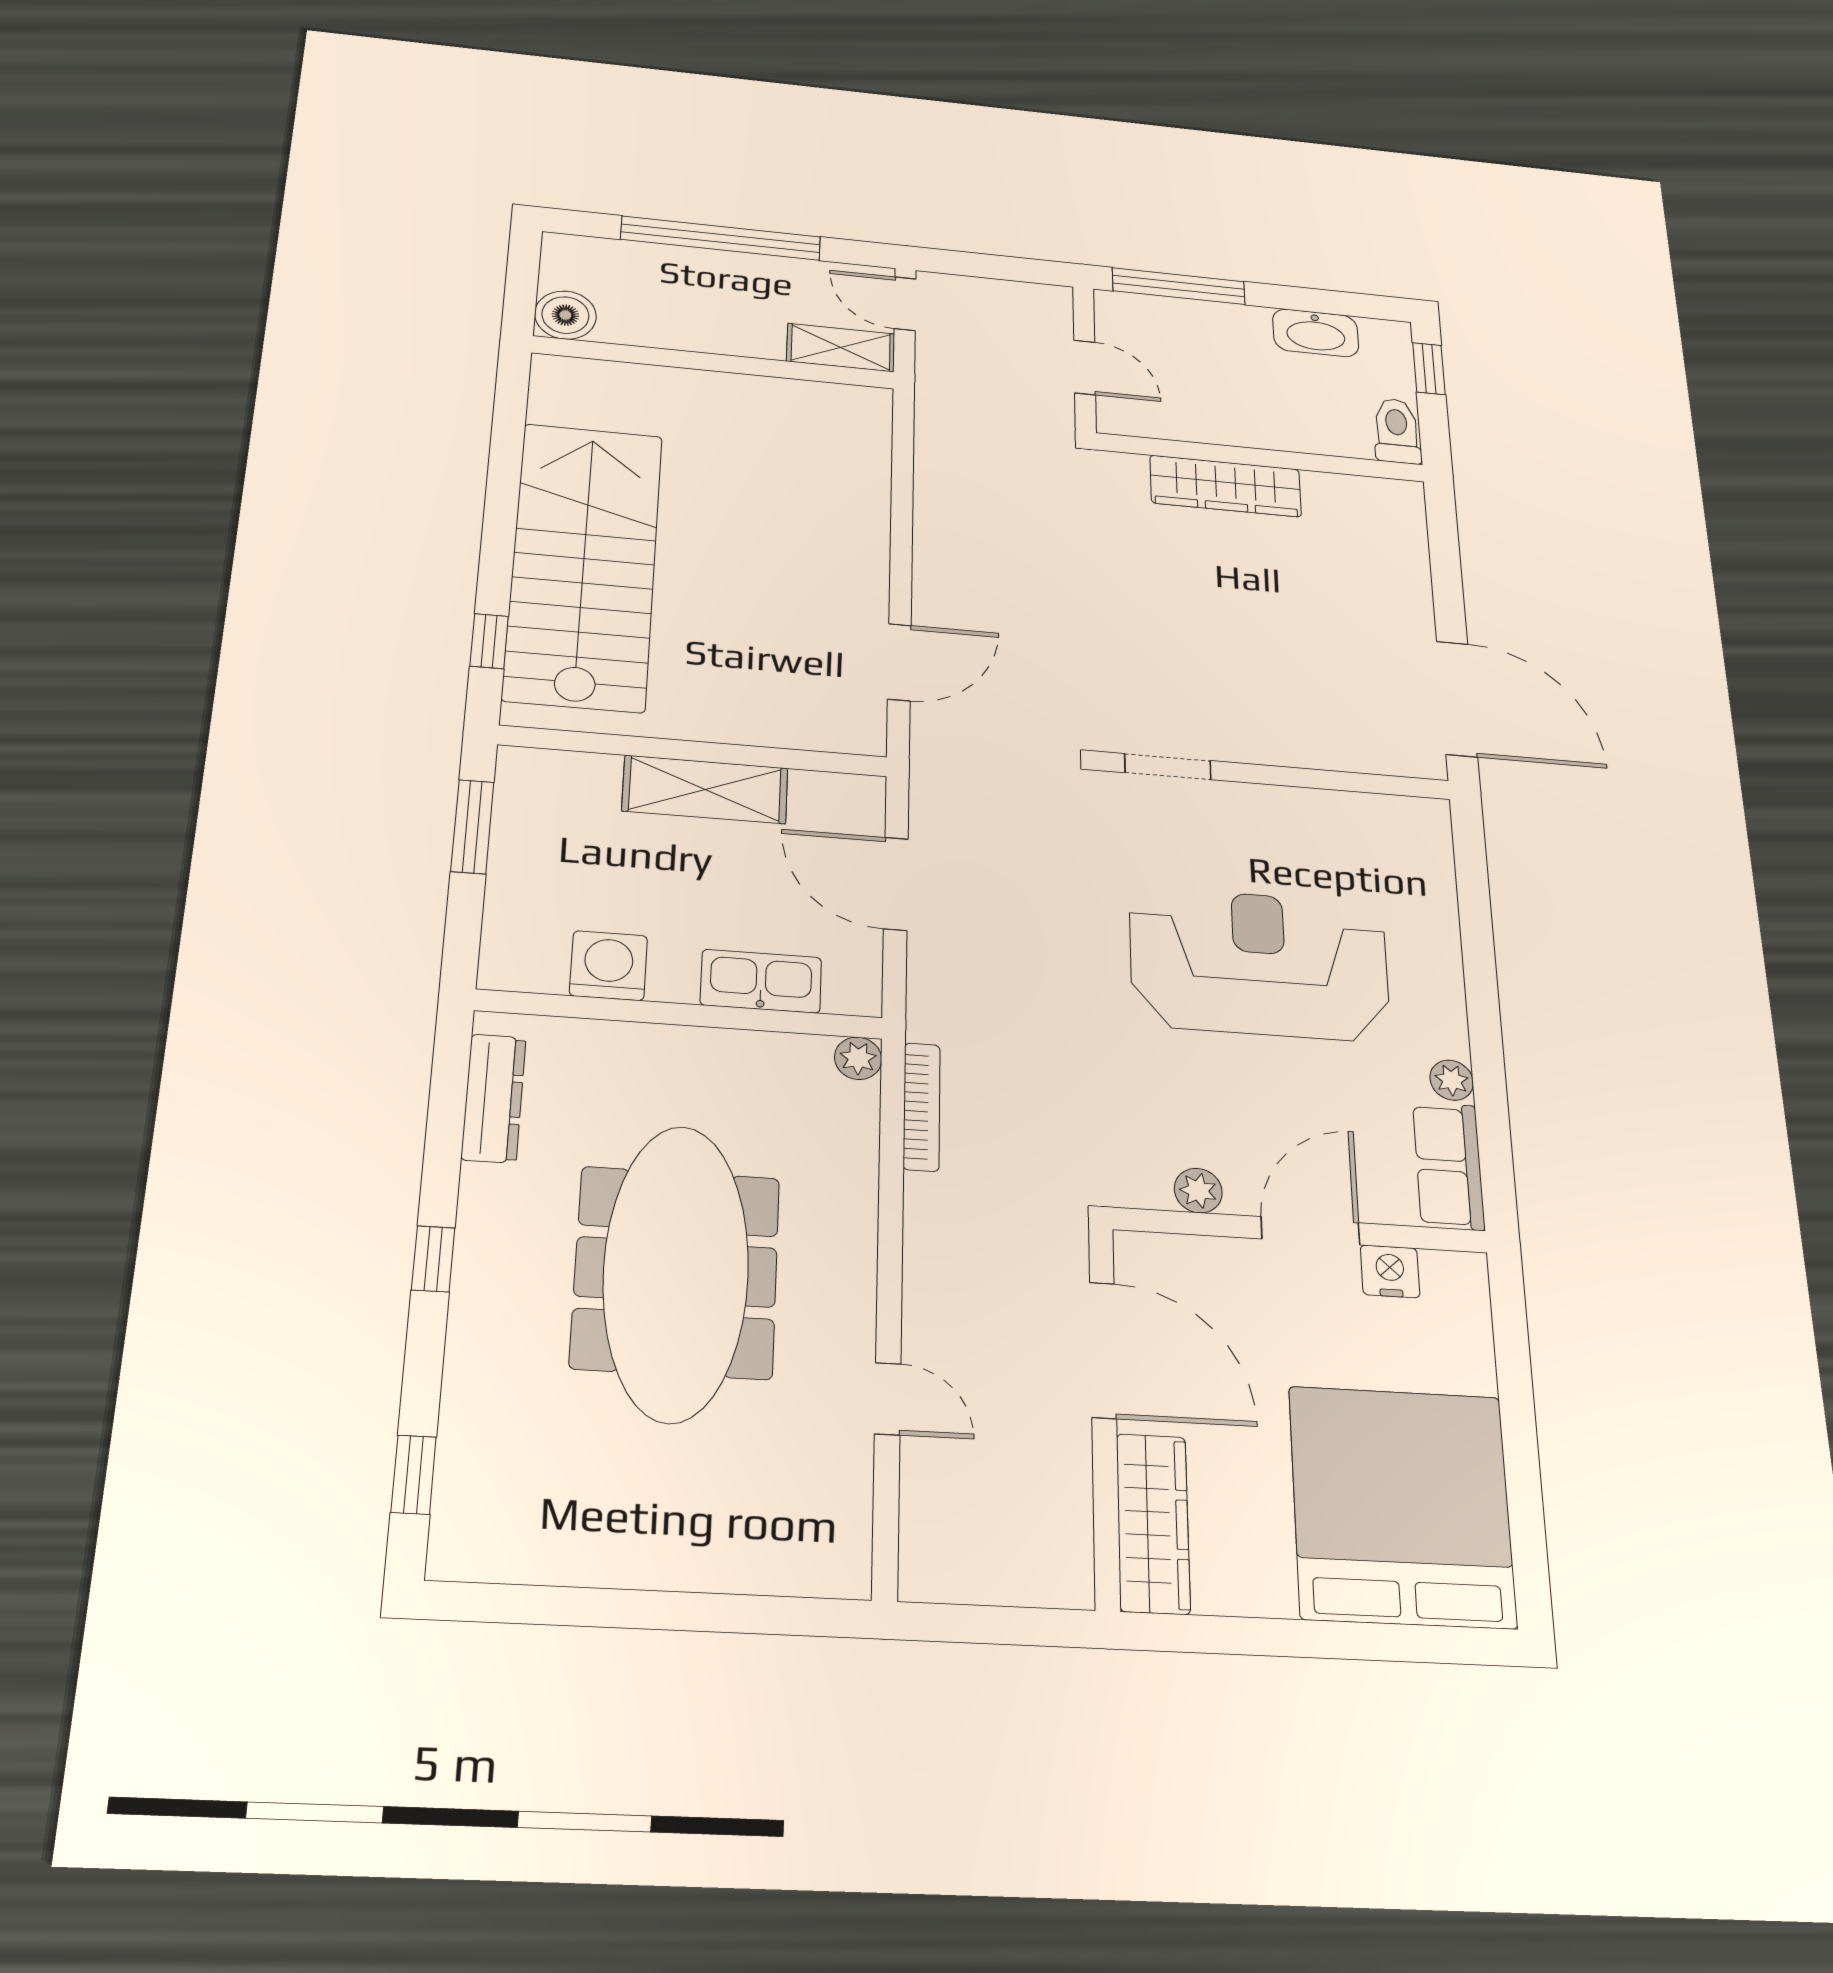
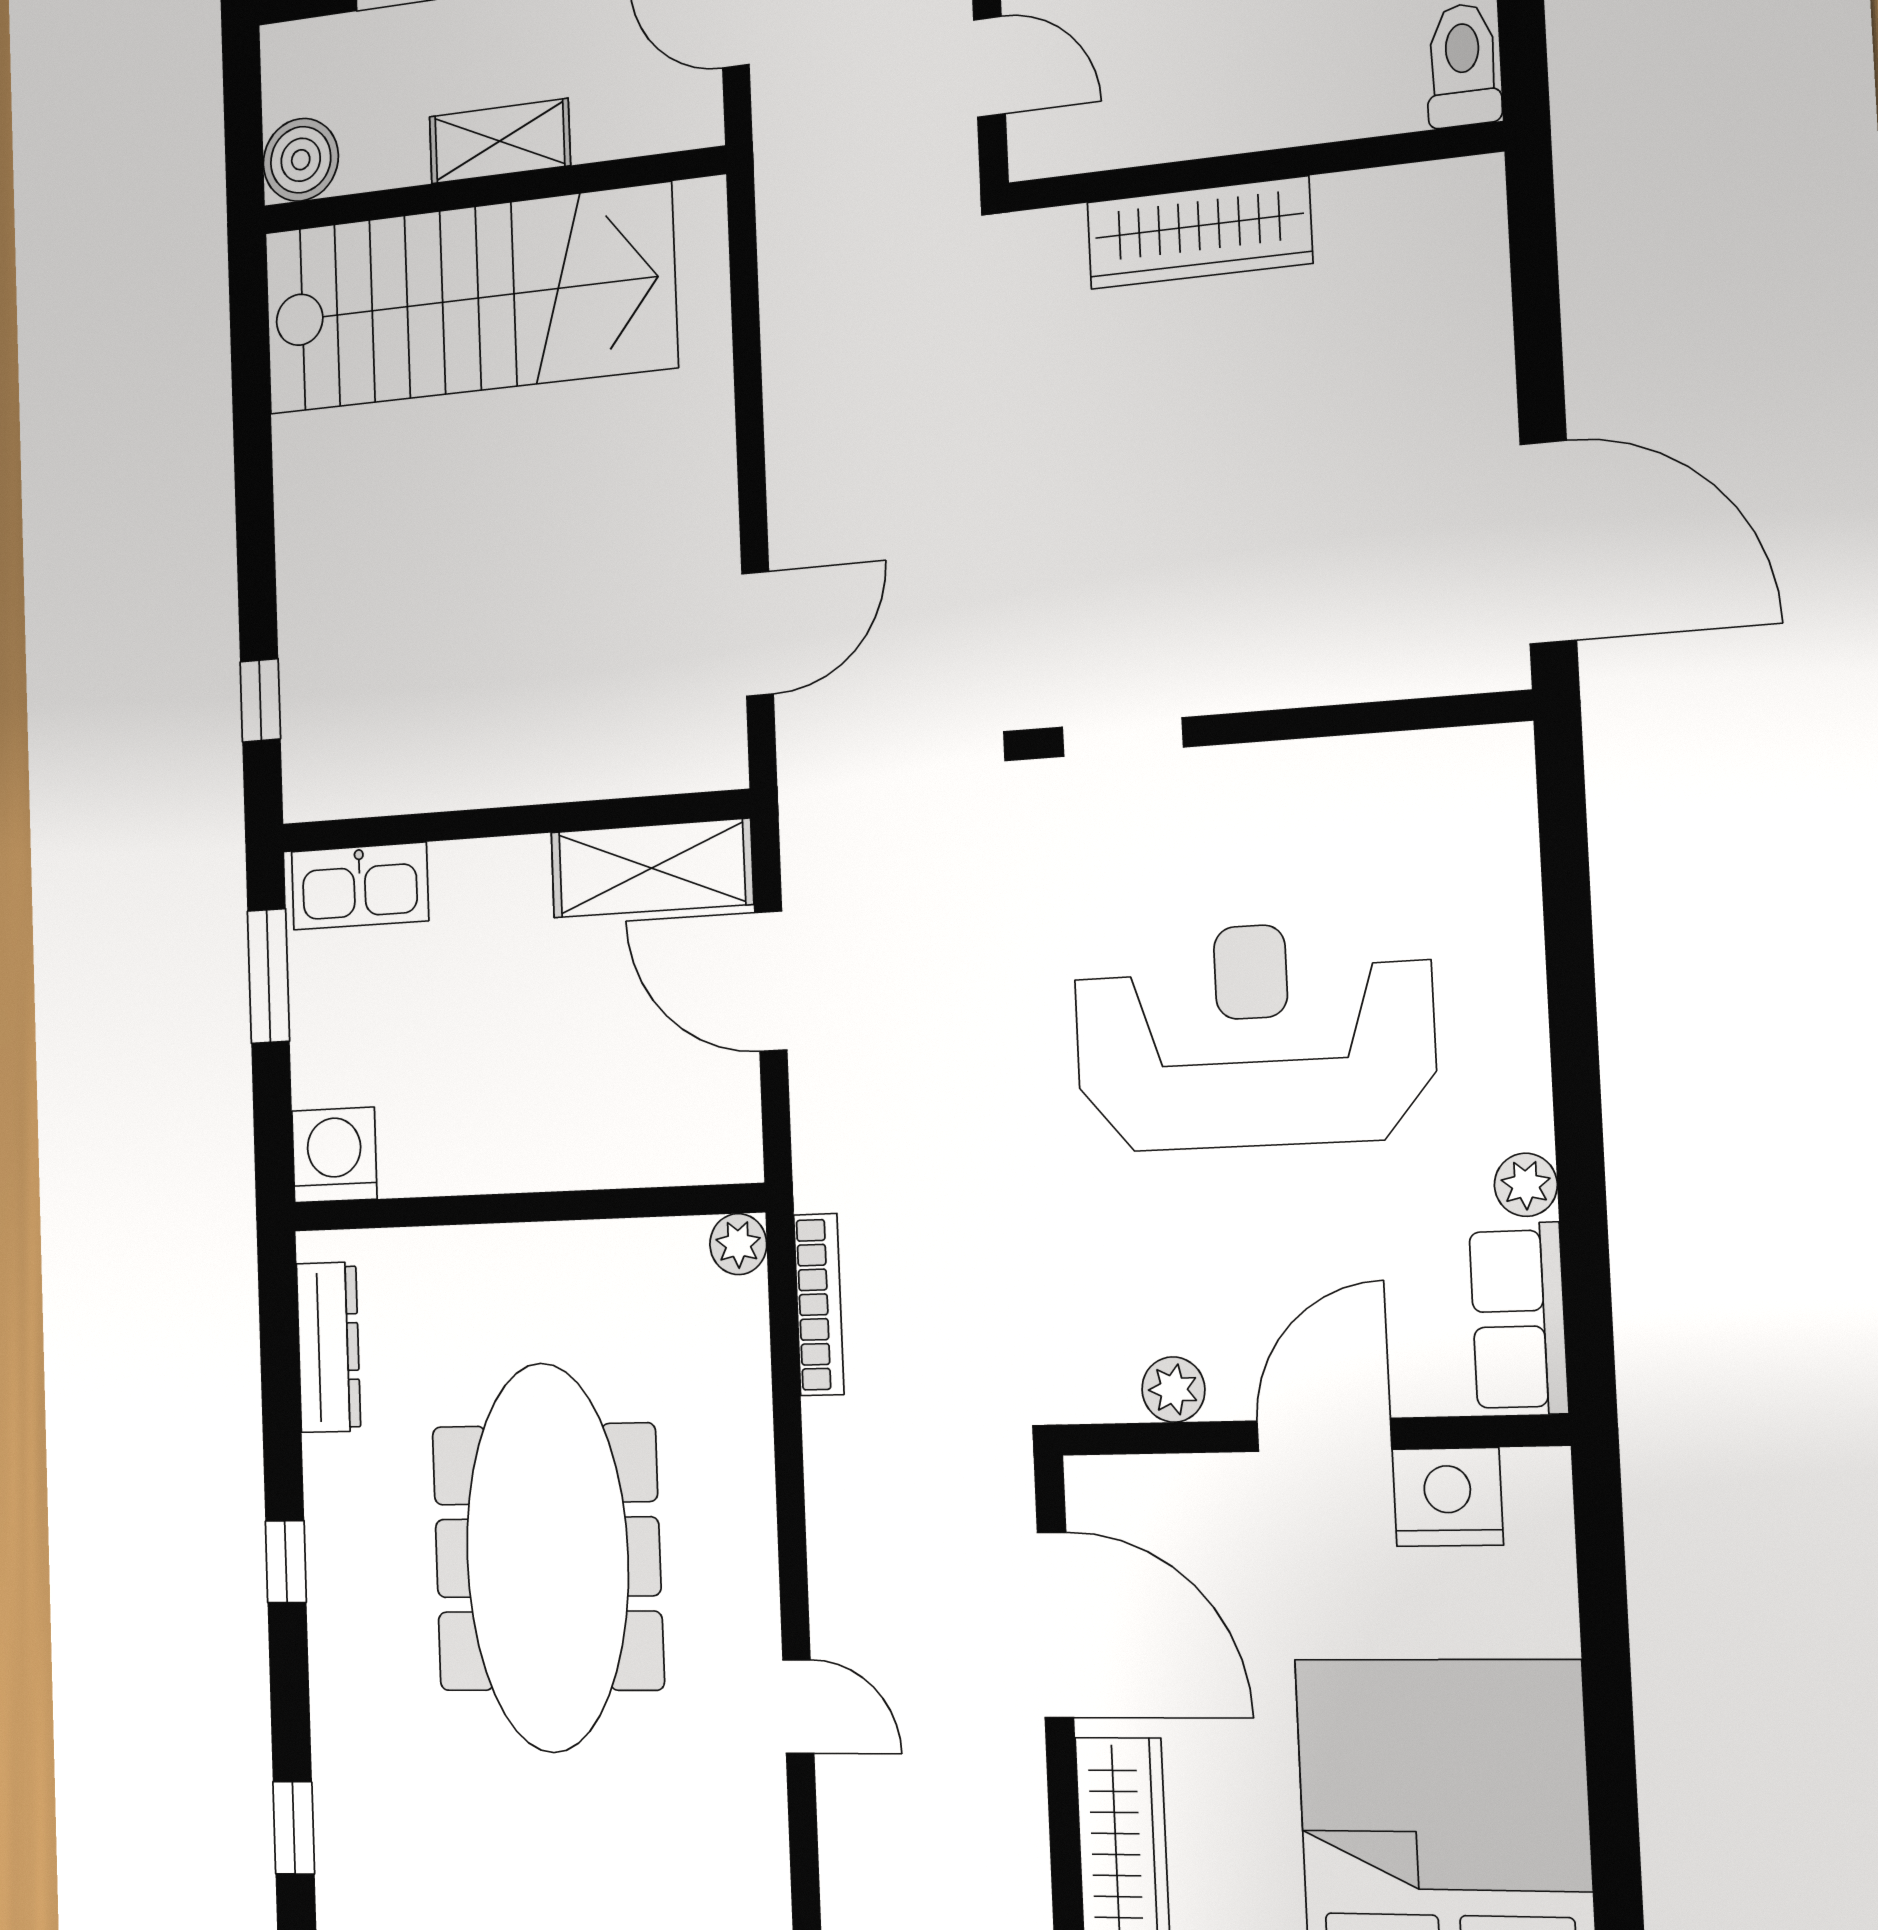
shelving: (841, 348) -> (500, 141), moved
stairs: (584, 565) -> (468, 299), moved, turned 90
shelving: (705, 789) -> (652, 868), moved
washing machine: (609, 966) -> (334, 1155), moved
kitchen sink: (761, 981) -> (360, 886), moved, turned 180
nightstand: (1390, 1271) -> (1448, 1497), width x1.36, depth x1.33

